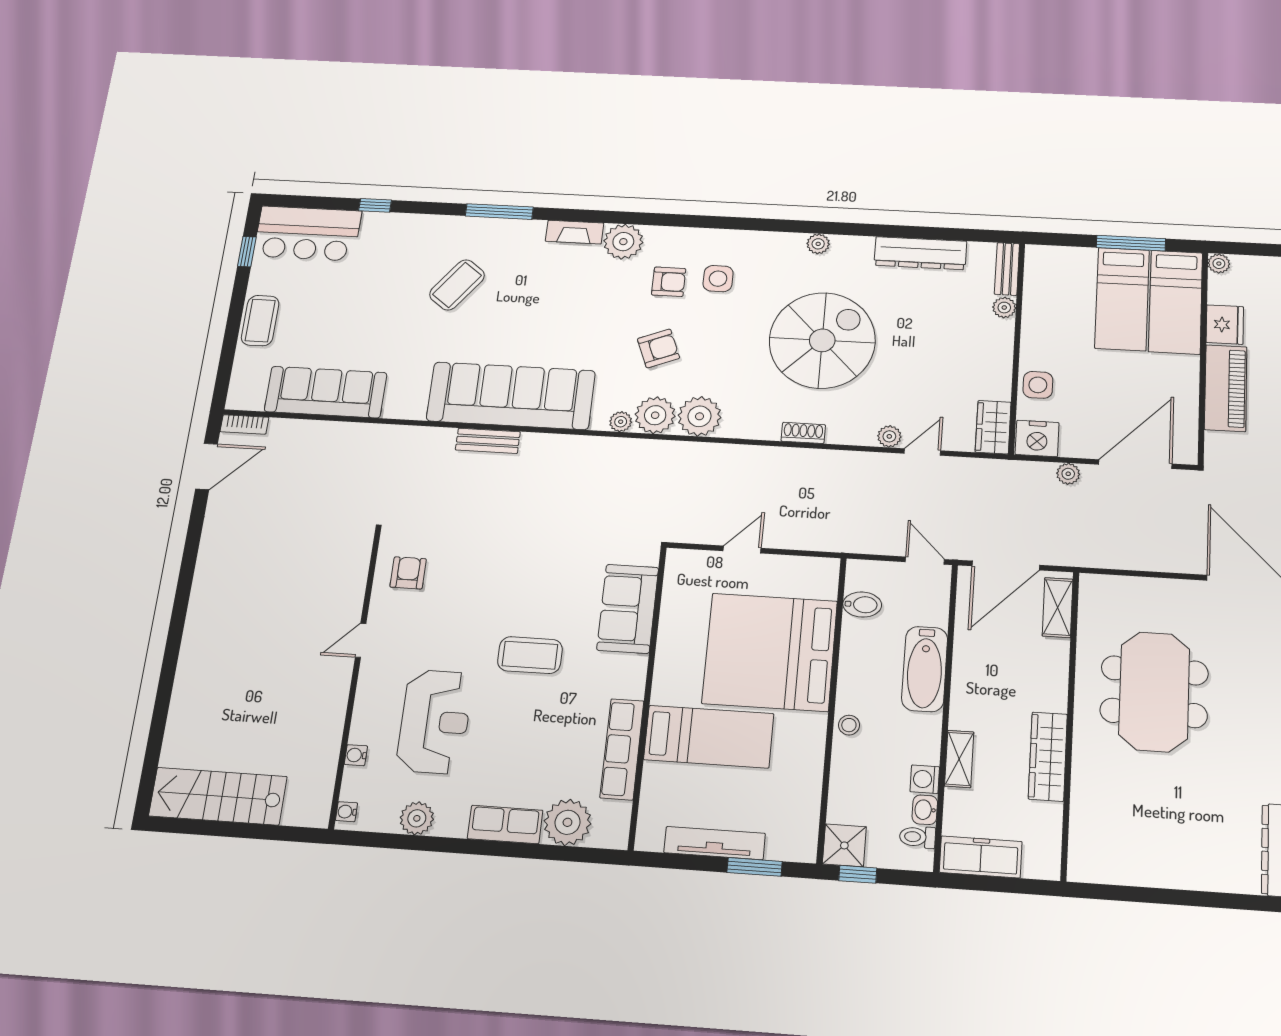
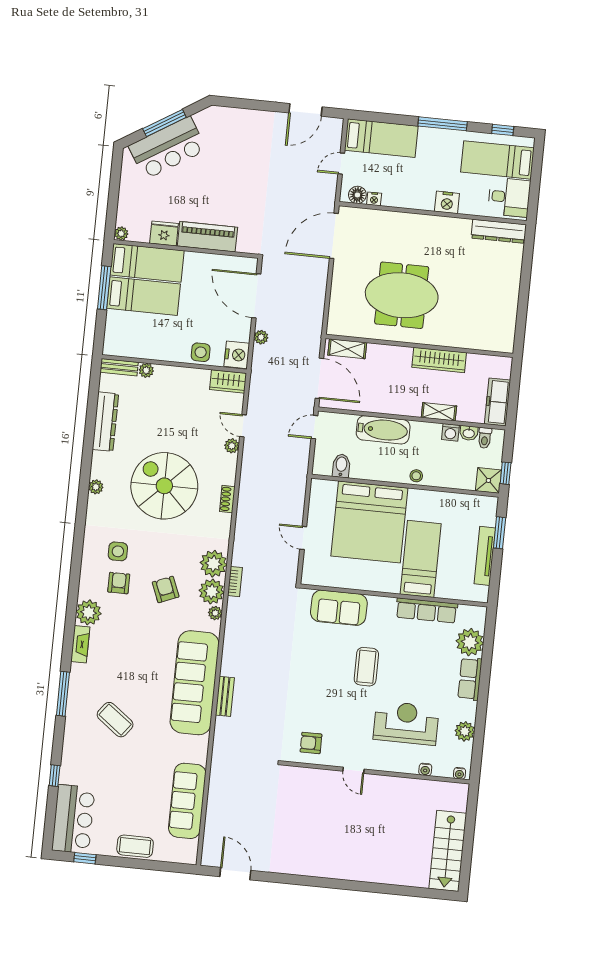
bookcase: (244, 424) -> (235, 582), moved

